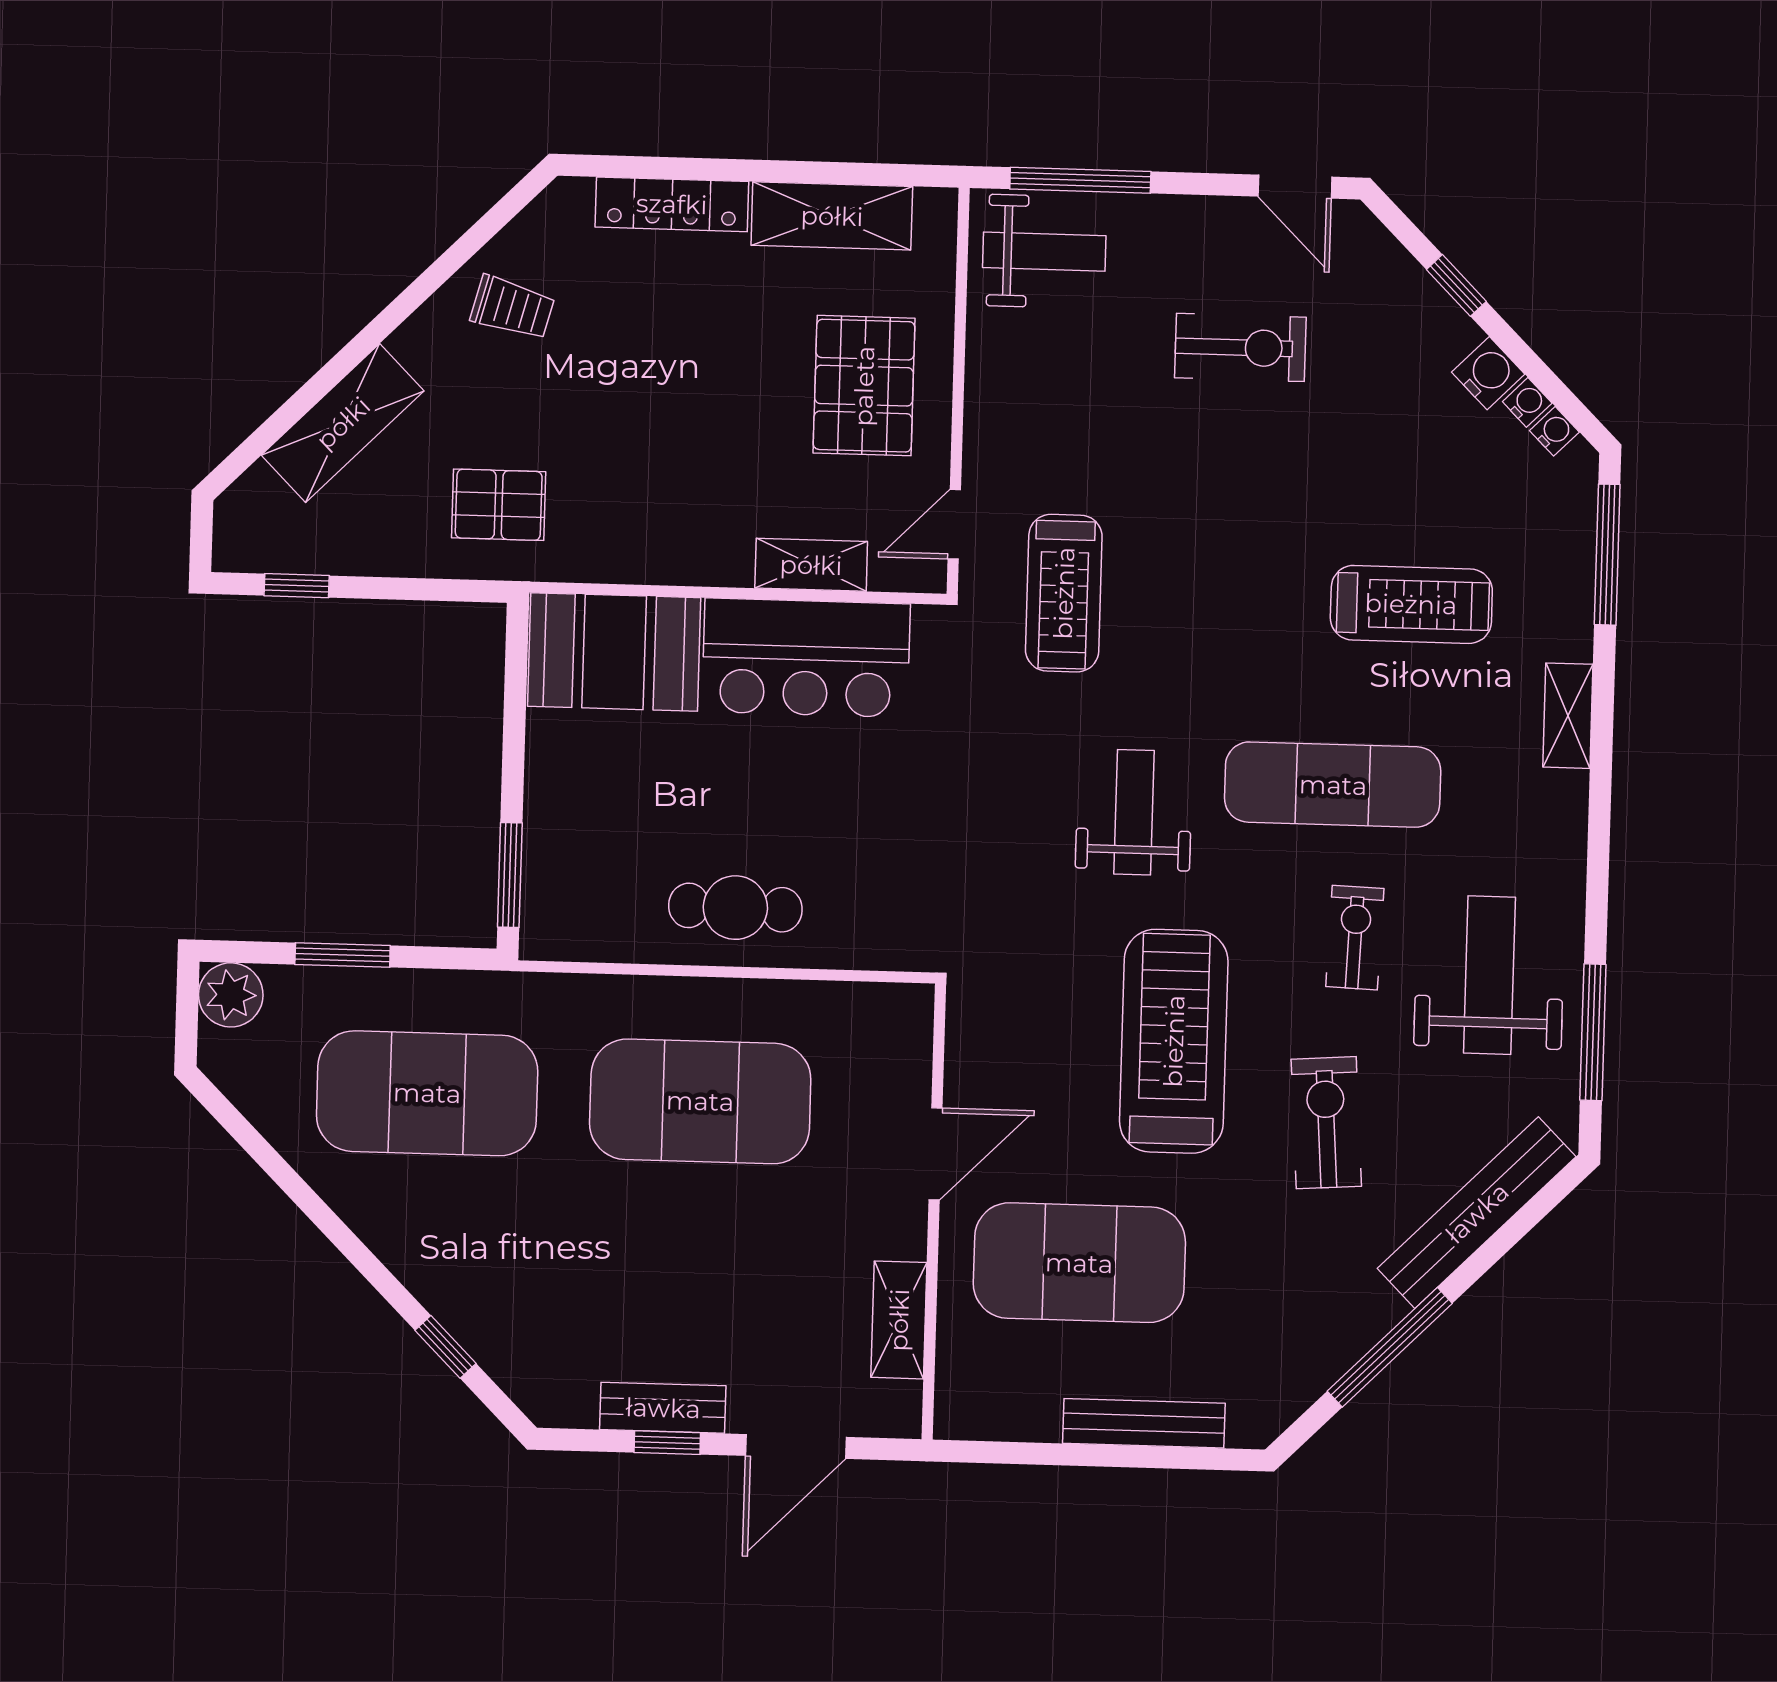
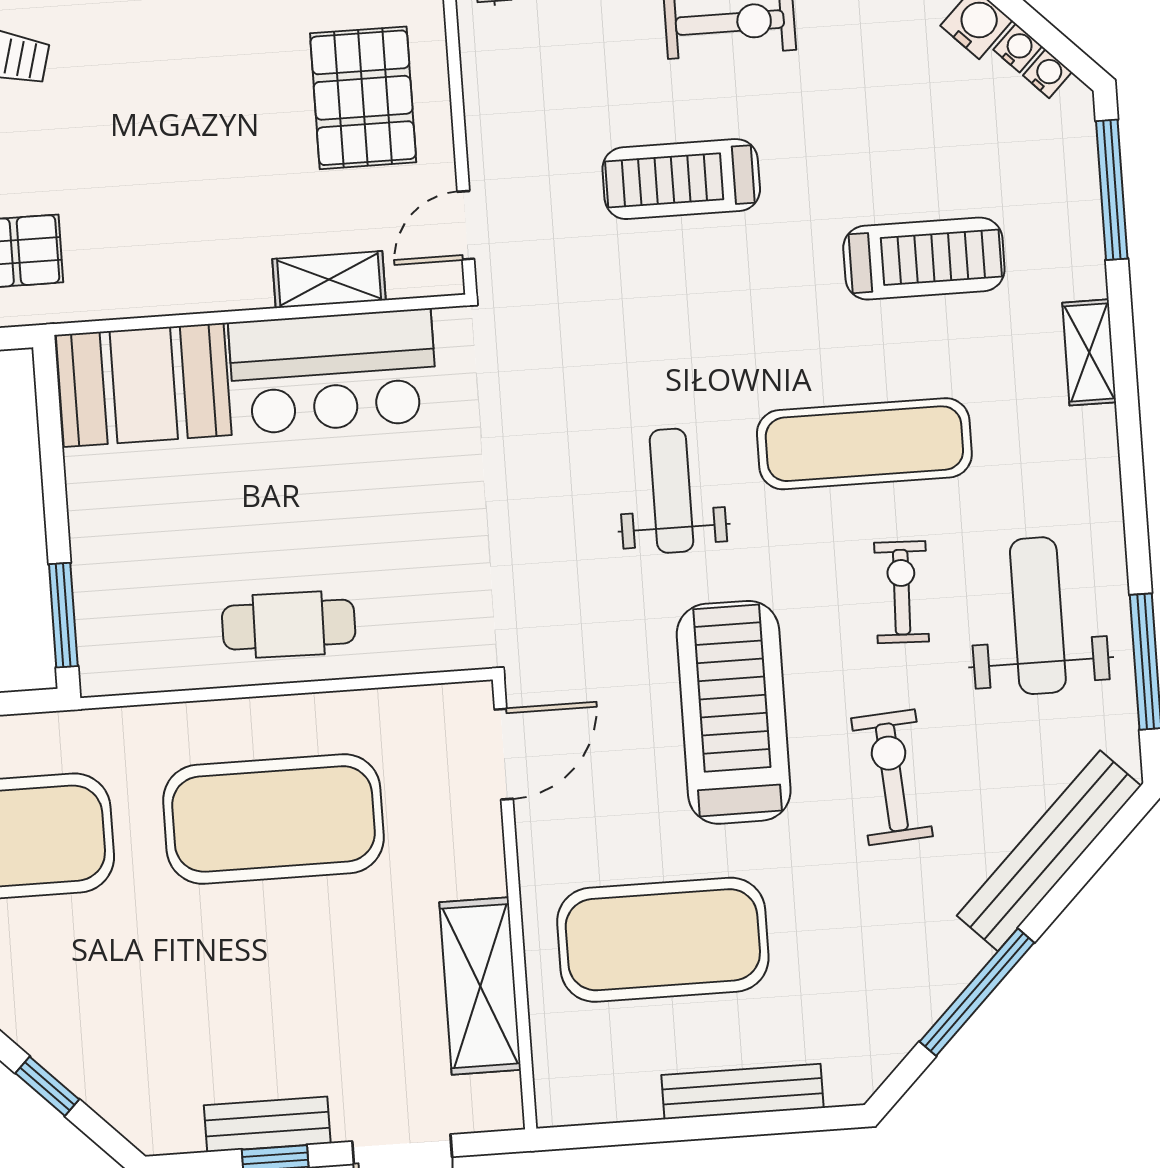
treadmill: (1064, 593) -> (681, 179), moved, turned 90
door: (936, 1154) -> (504, 754), moved
shelving: (899, 1320) -> (480, 986), width x1.50, depth x1.33

